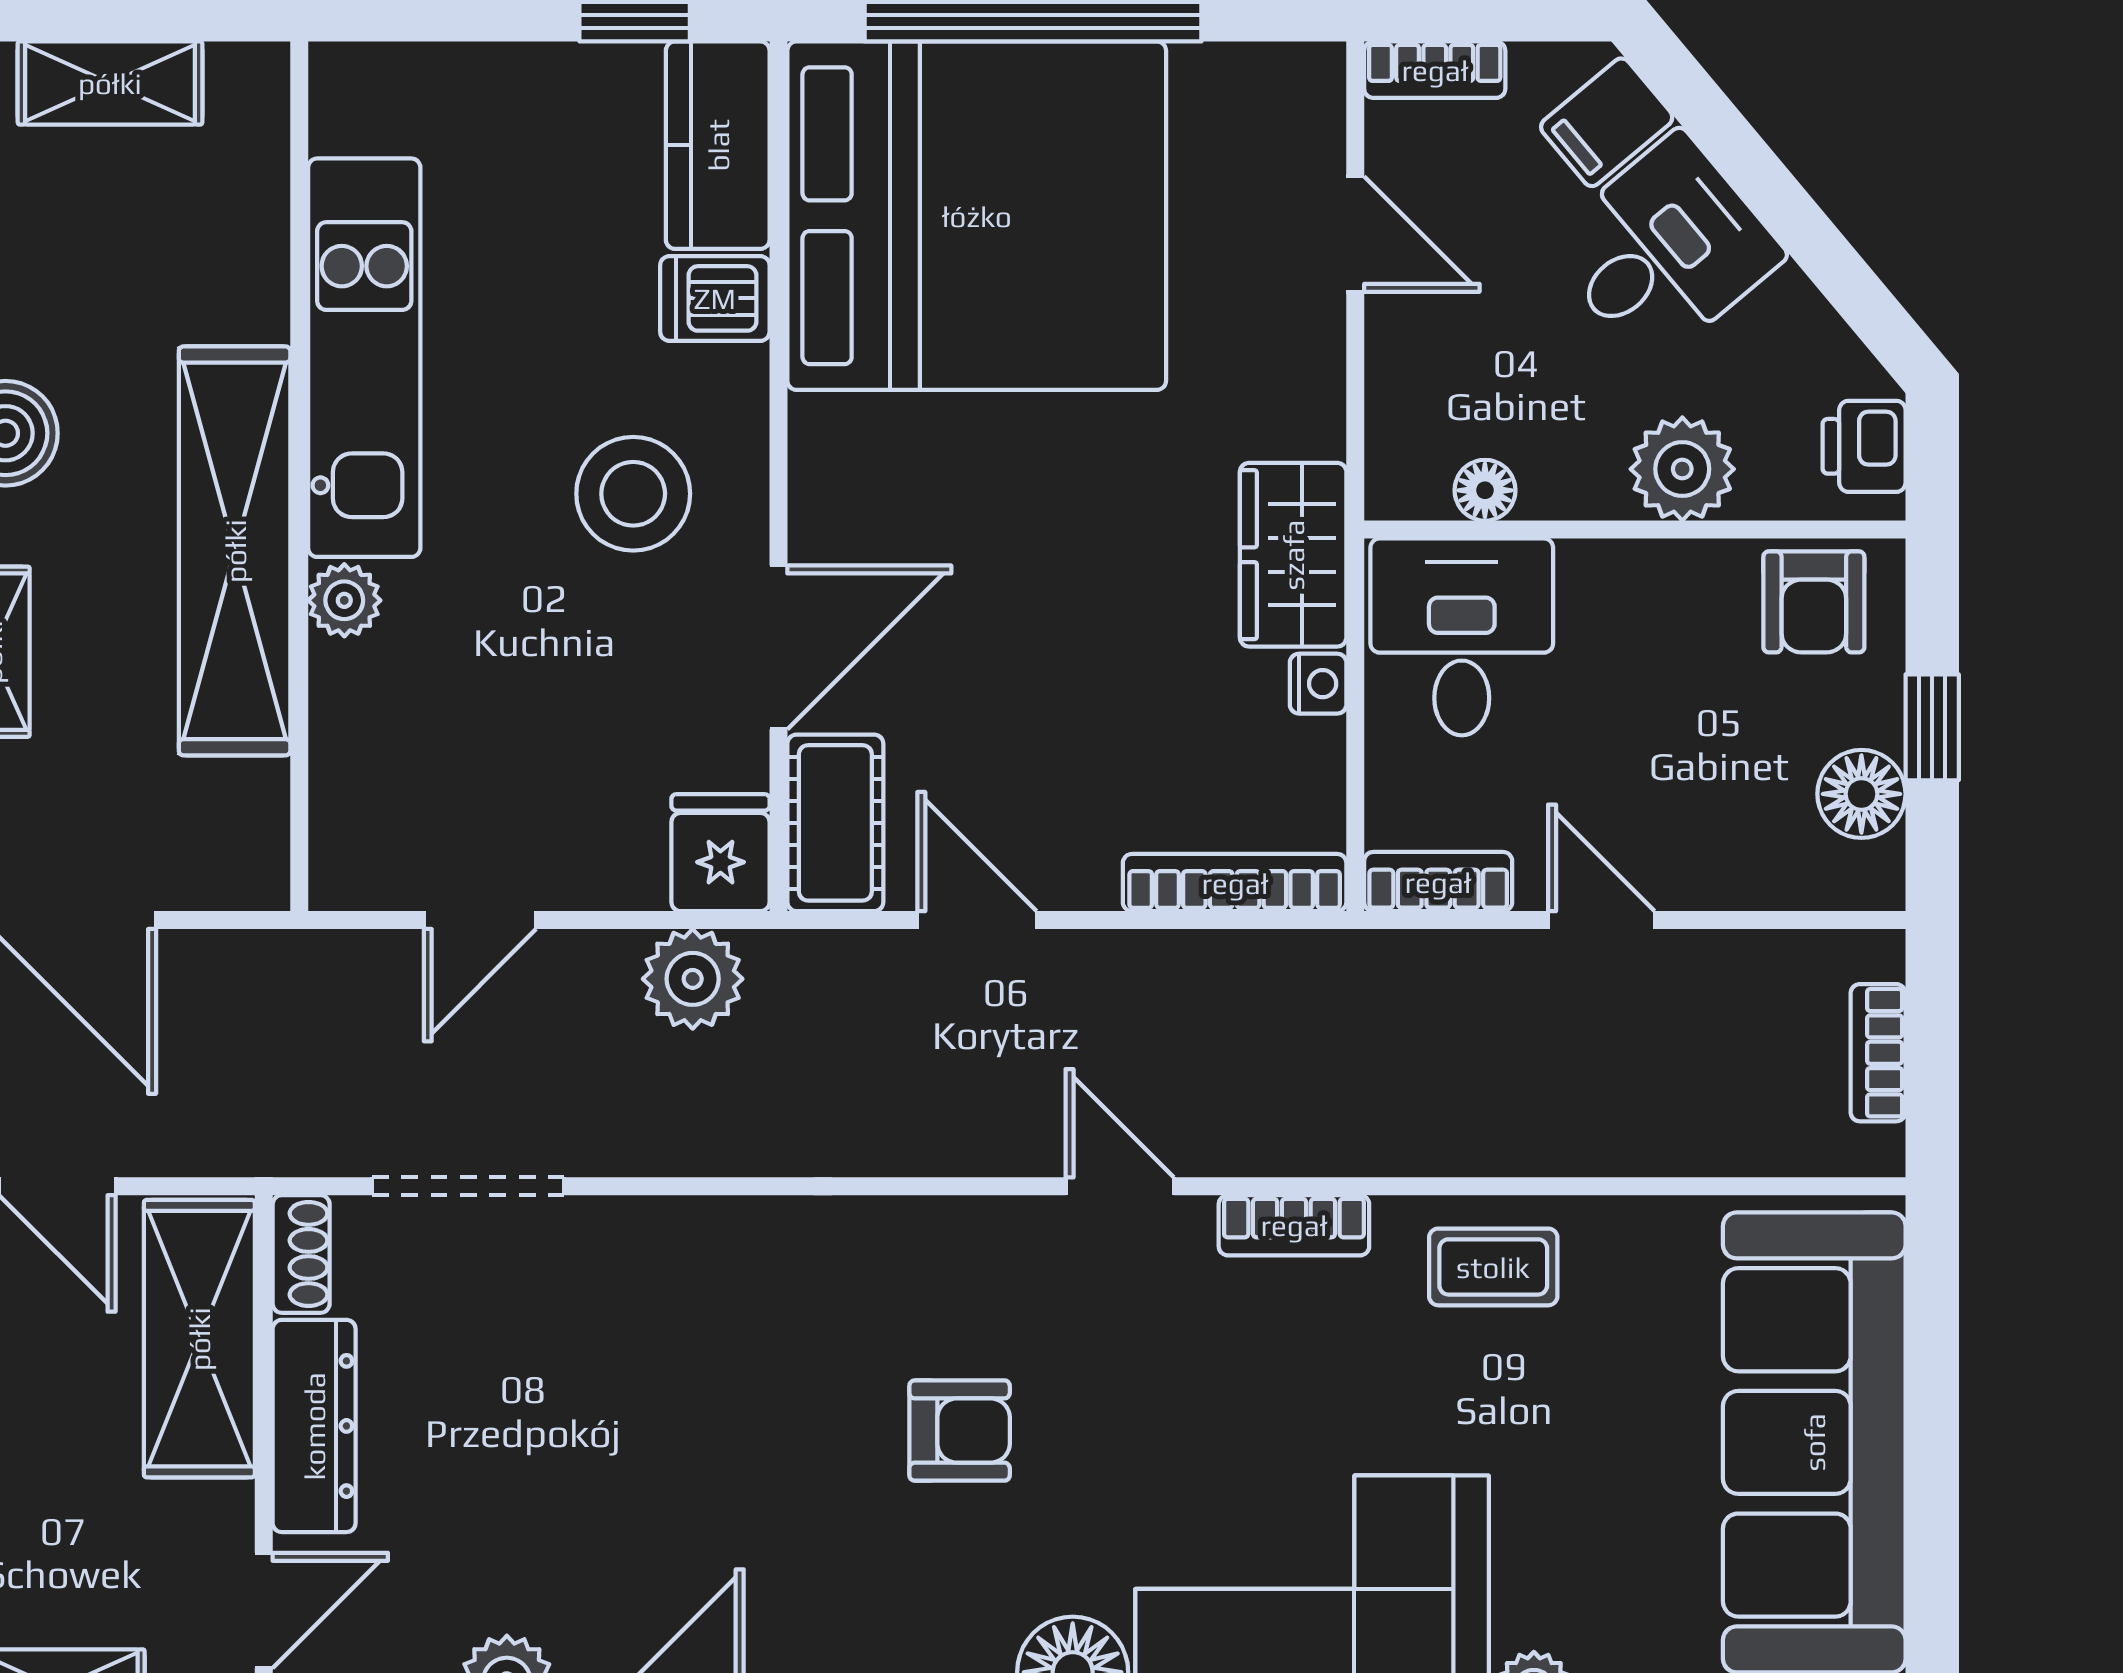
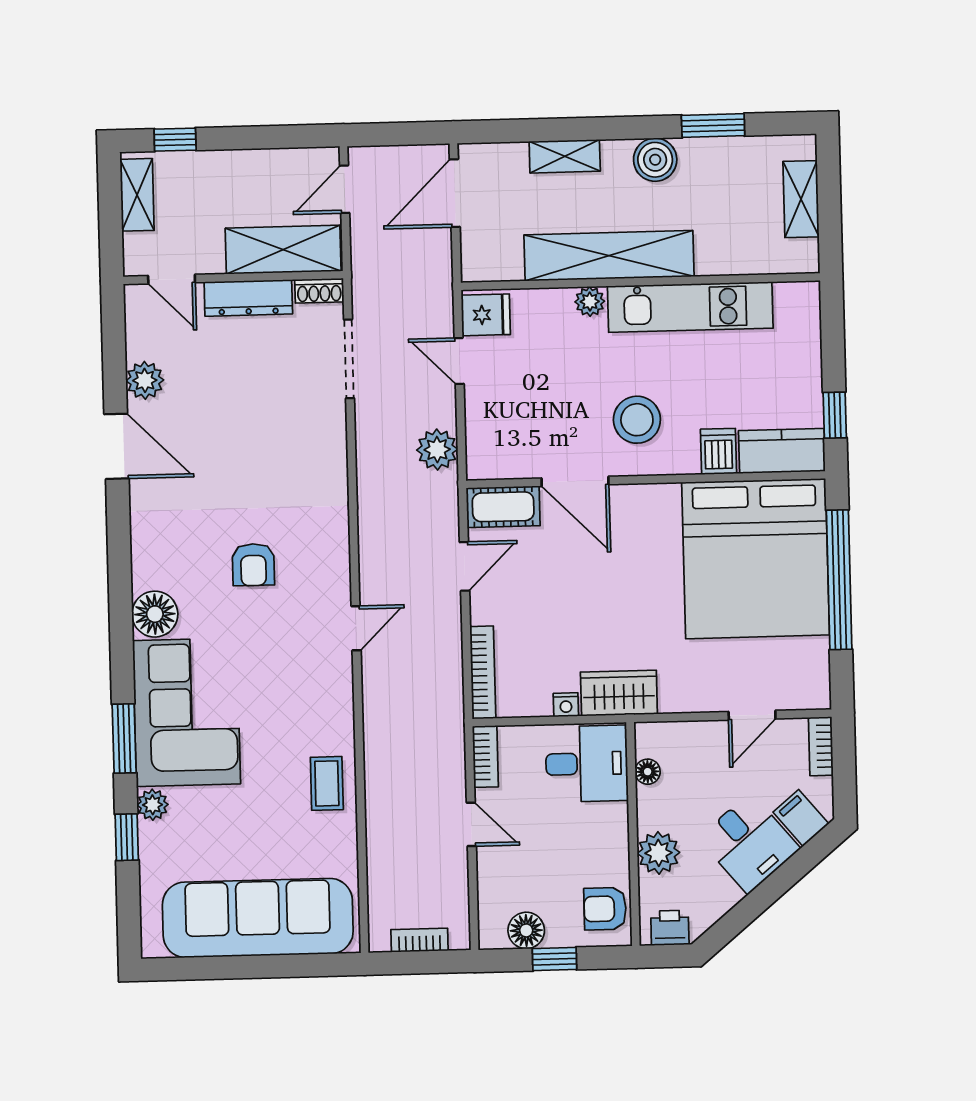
fridge: (720, 853) -> (486, 315), moved
door: (1601, 920) -> (471, 824), hinge flipped
bookcase: (1294, 1225) -> (342, 701), removed

